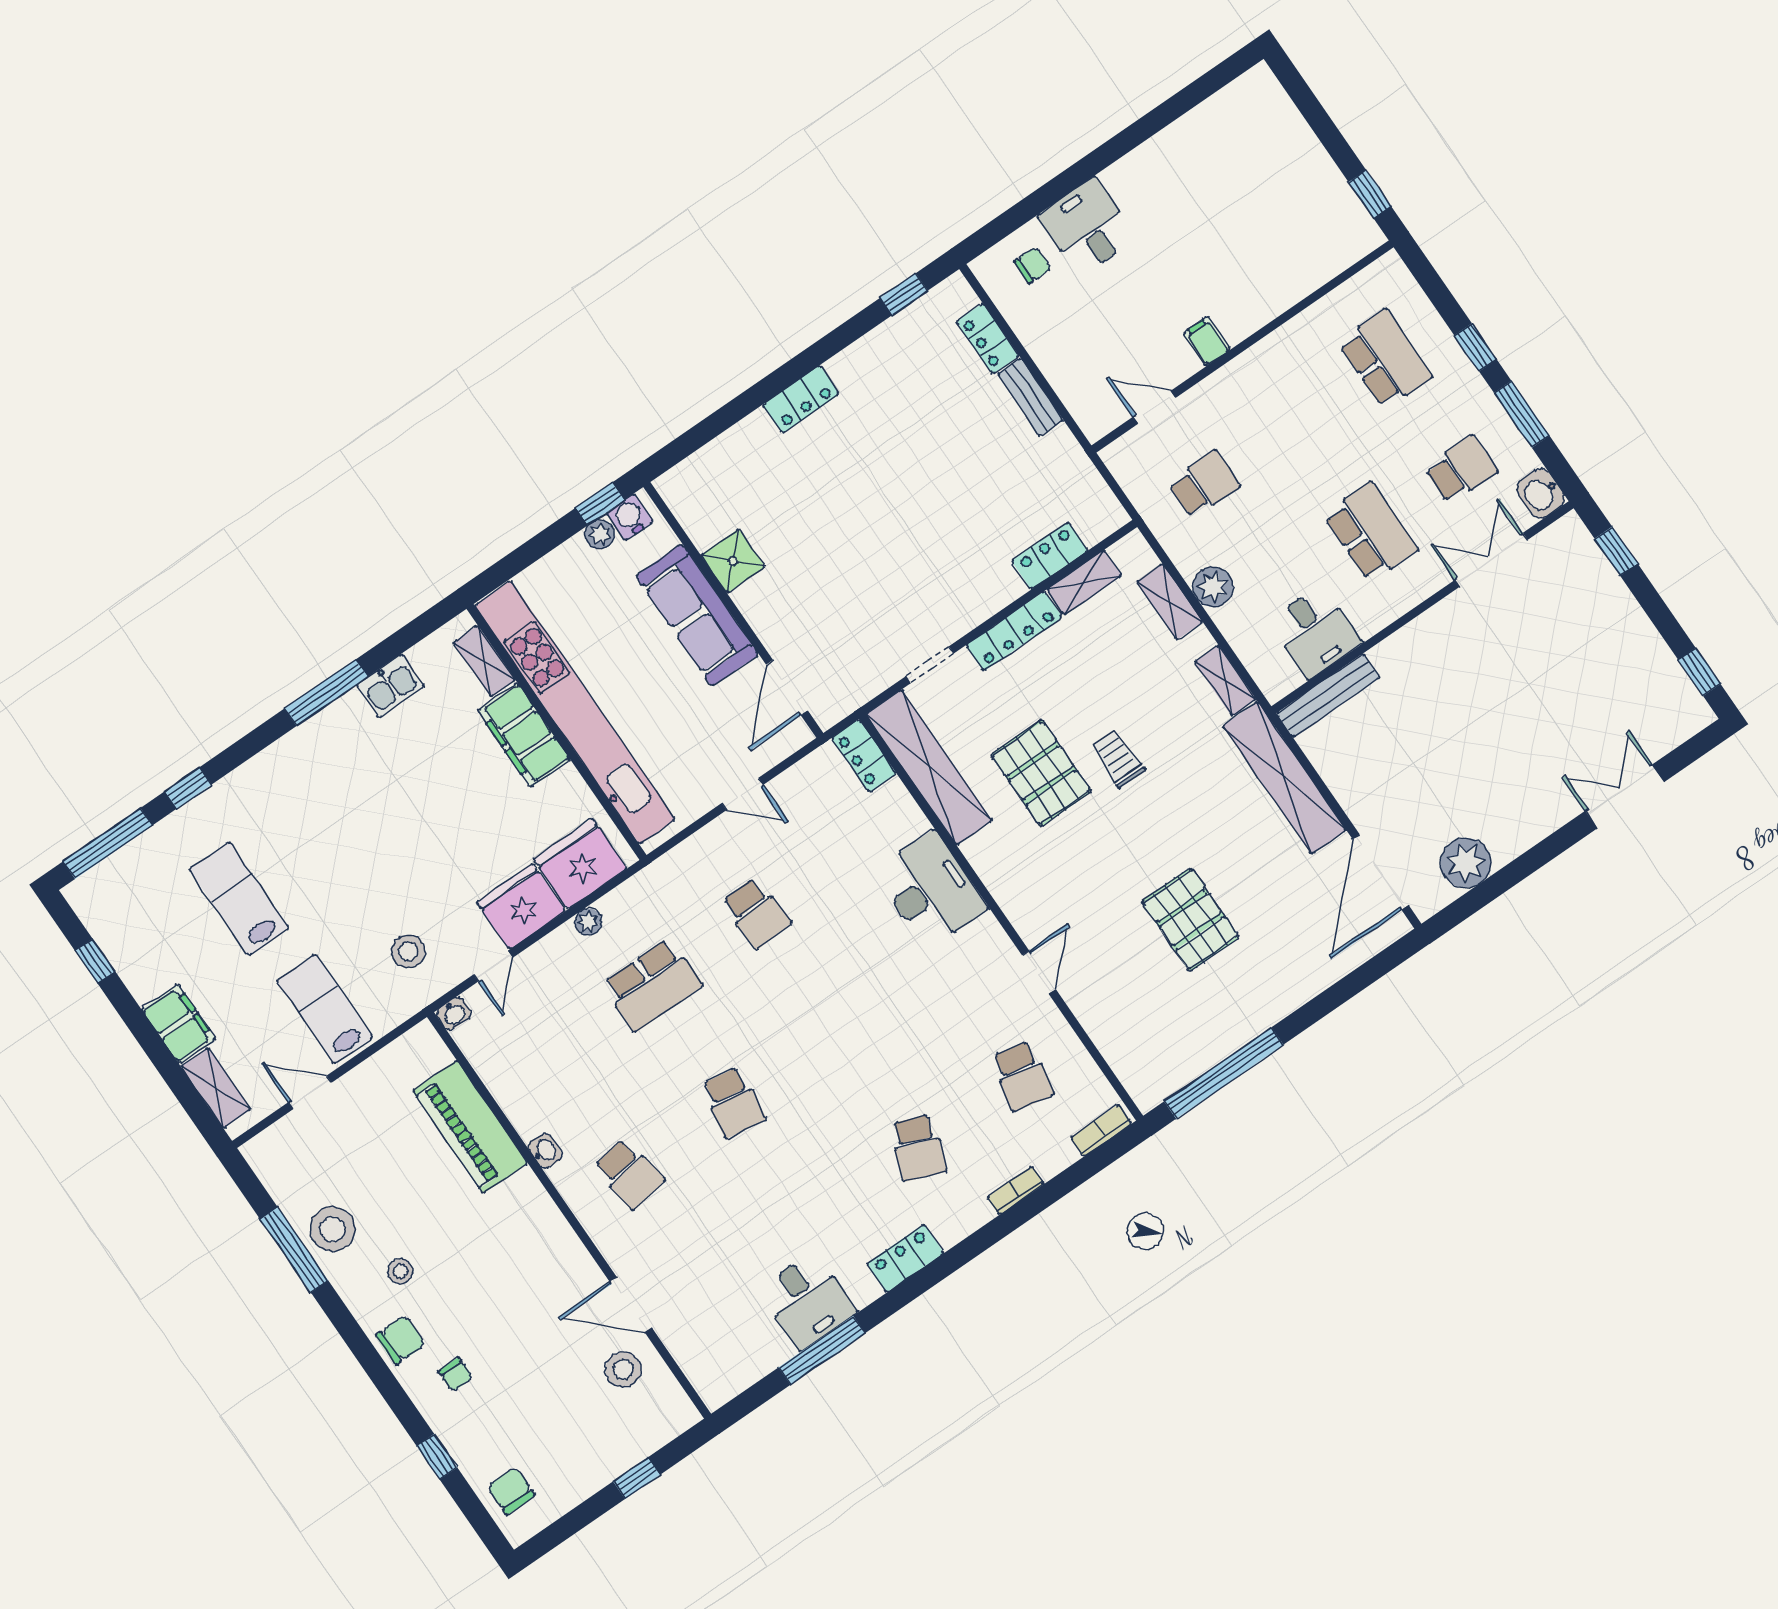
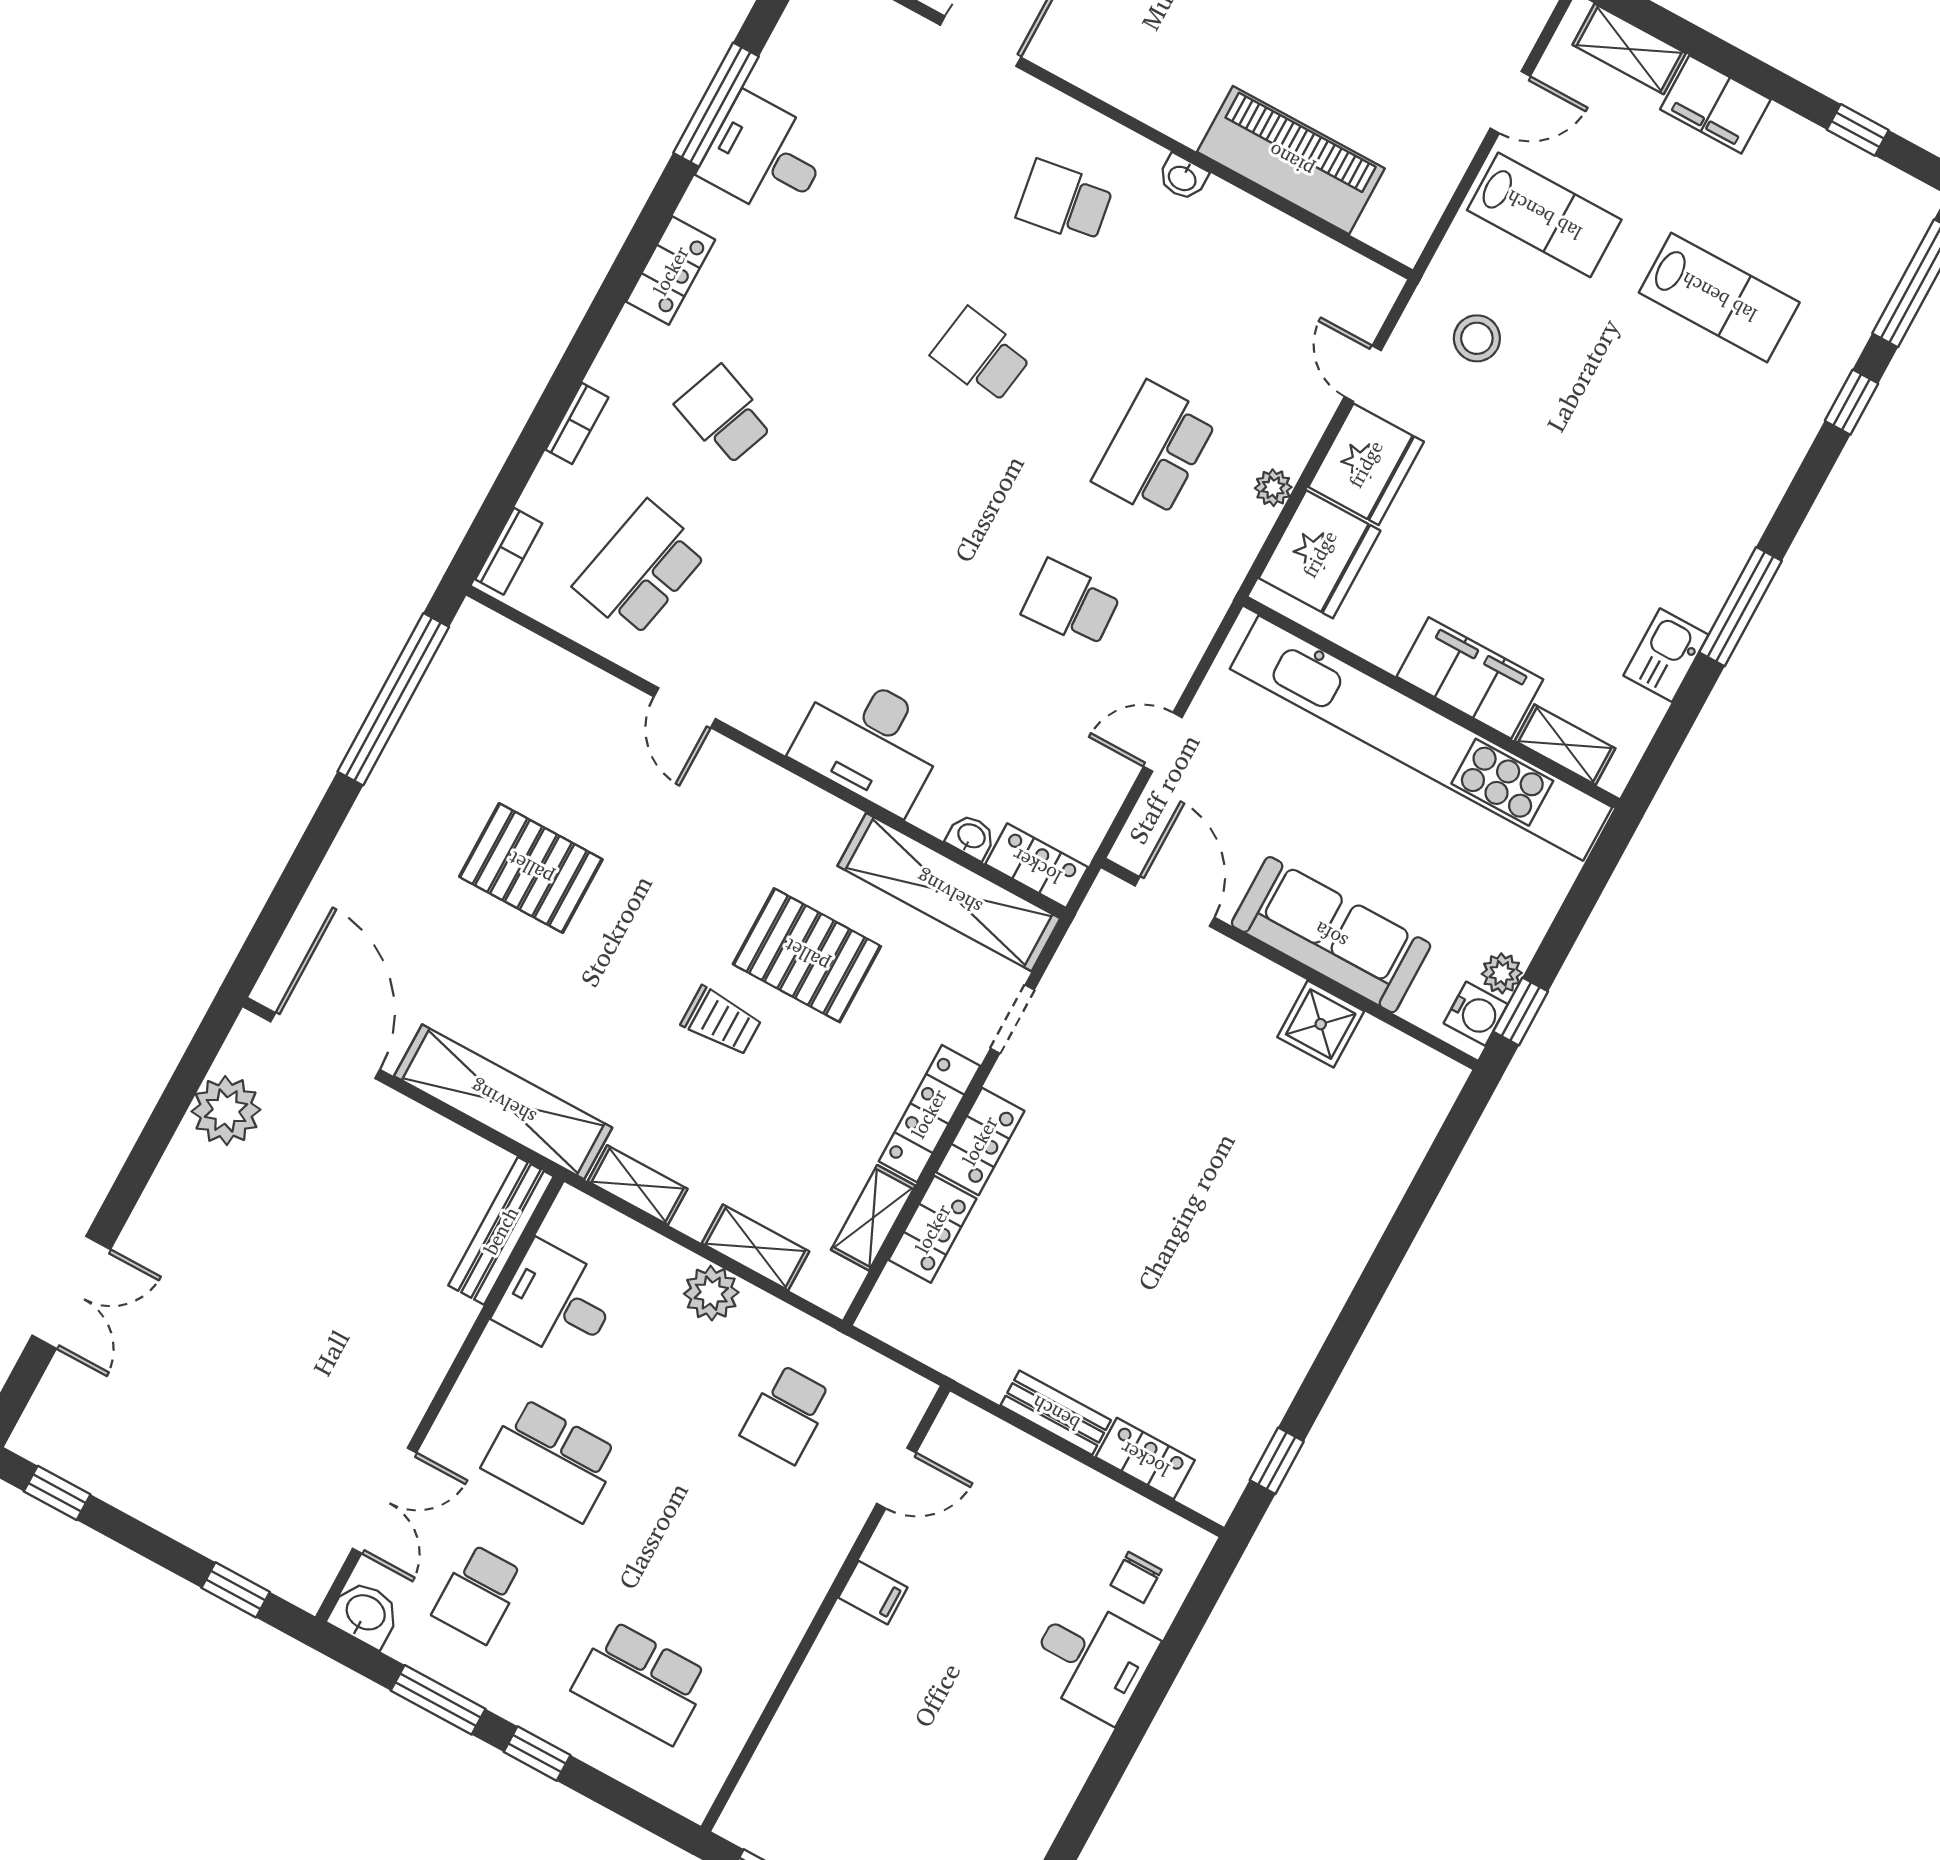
locker: (801, 399) -> (980, 1141), moved, turned 180
washbasin: (454, 1014) -> (971, 837), moved, turned 90
school desk: (1022, 1076) -> (641, 569), width x1.85

